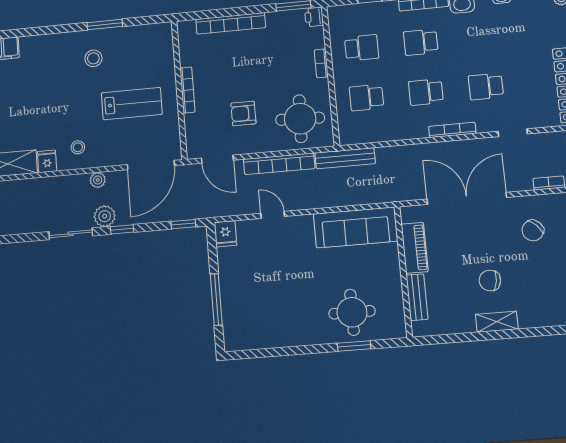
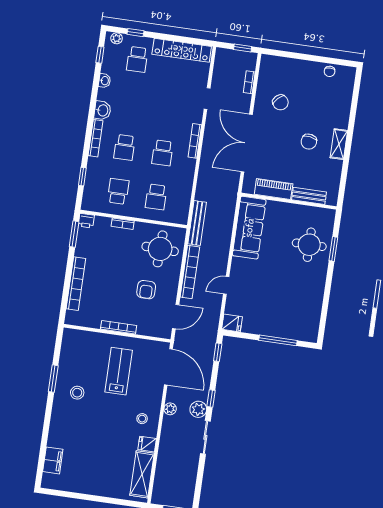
school desk: (486, 87) -> (137, 59), moved

